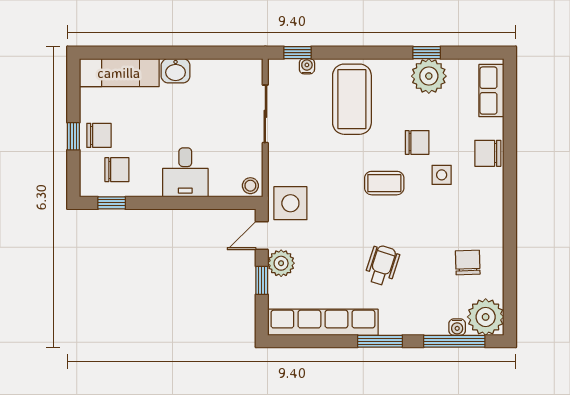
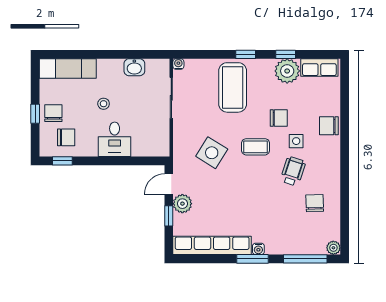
window: (298, 53) -> (246, 54), moved
water cooler: (307, 66) -> (178, 64), moved
washbasin: (176, 71) -> (134, 67), moved
row of seats: (491, 91) -> (319, 67), moved, turned -90
chair: (99, 135) -> (53, 113), turned -90
stool: (250, 186) -> (104, 104), moved
side table: (290, 203) -> (212, 153), moved, turned 32
wheelchair: (382, 265) -> (293, 171), moved
plant: (486, 317) -> (333, 248), width x0.53, depth x0.53
water cooler: (457, 327) -> (258, 249), moved

